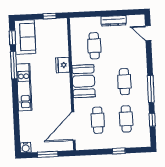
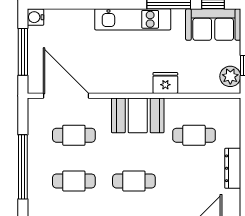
plant: (57, 25) -> (230, 76), added
window: (119, 151) -> (23, 167), width x3.17
window: (48, 154) -> (23, 52), width x1.44

